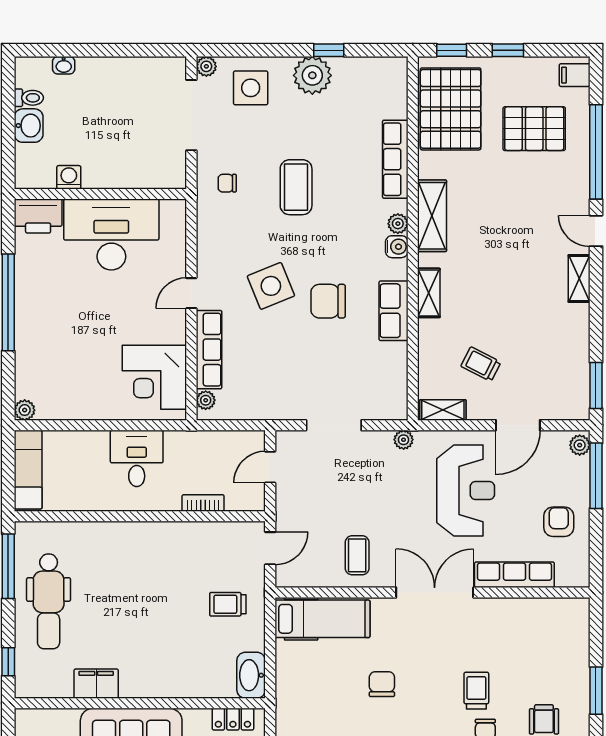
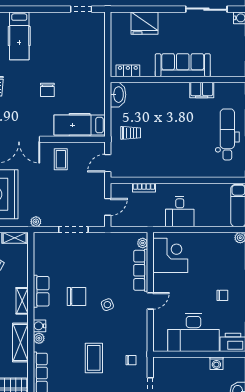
side table: (271, 286) -> (107, 305), width x0.54, depth x0.54
chair: (58, 303) -> (222, 295), added

